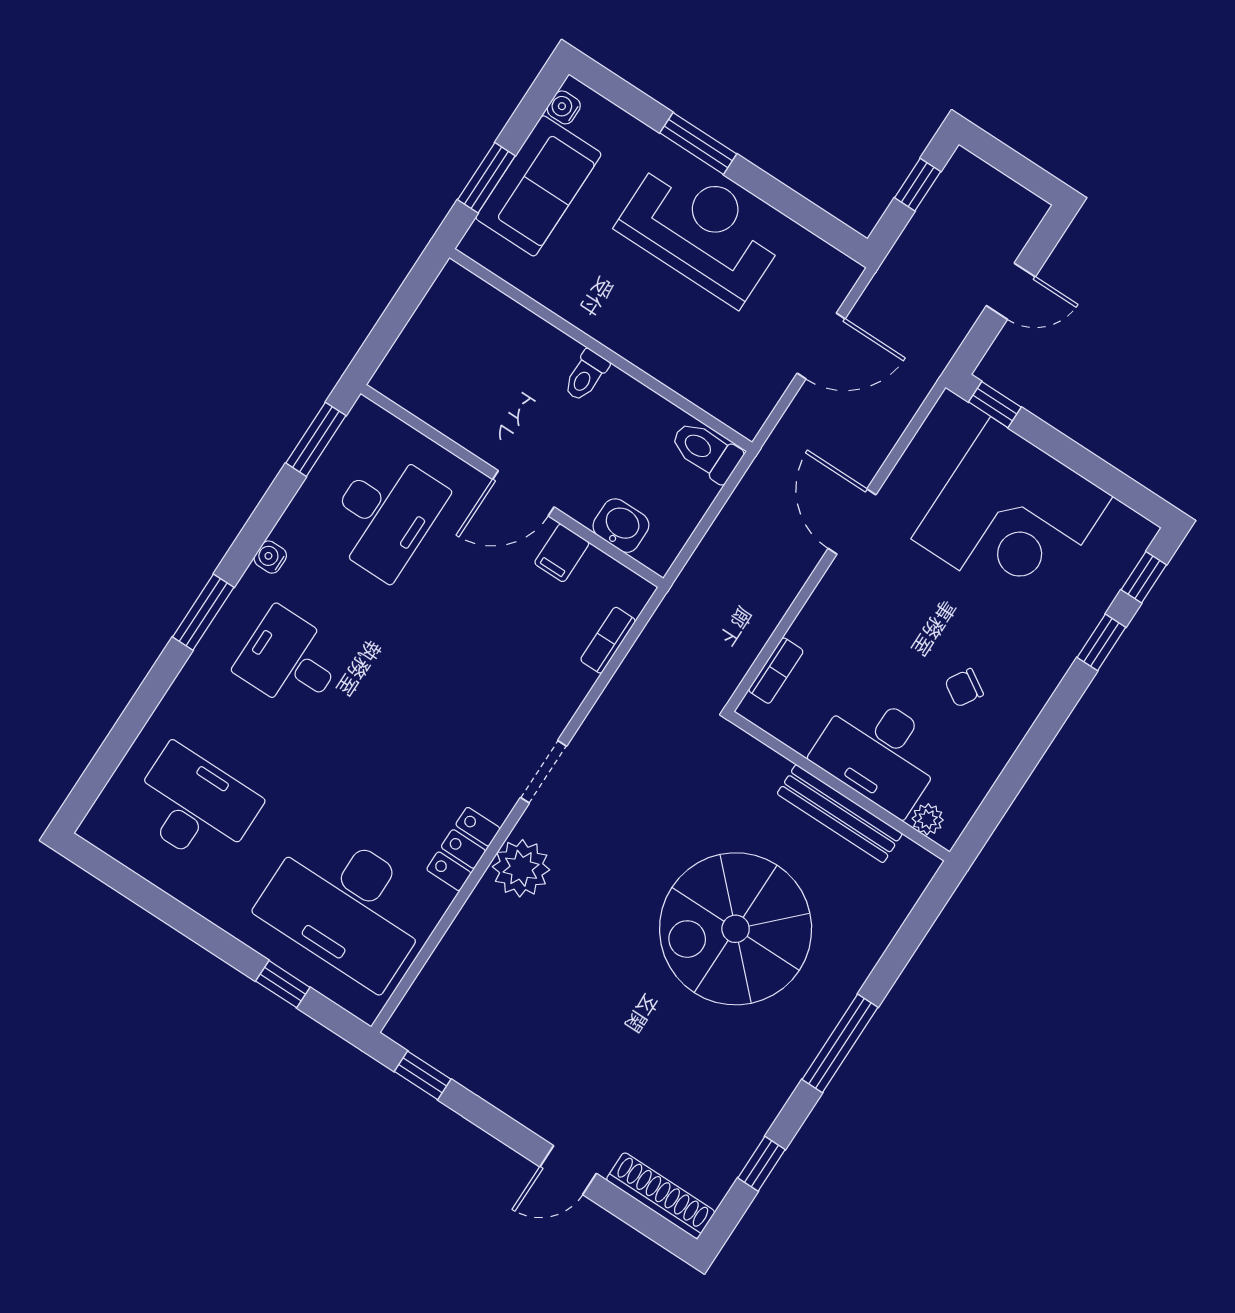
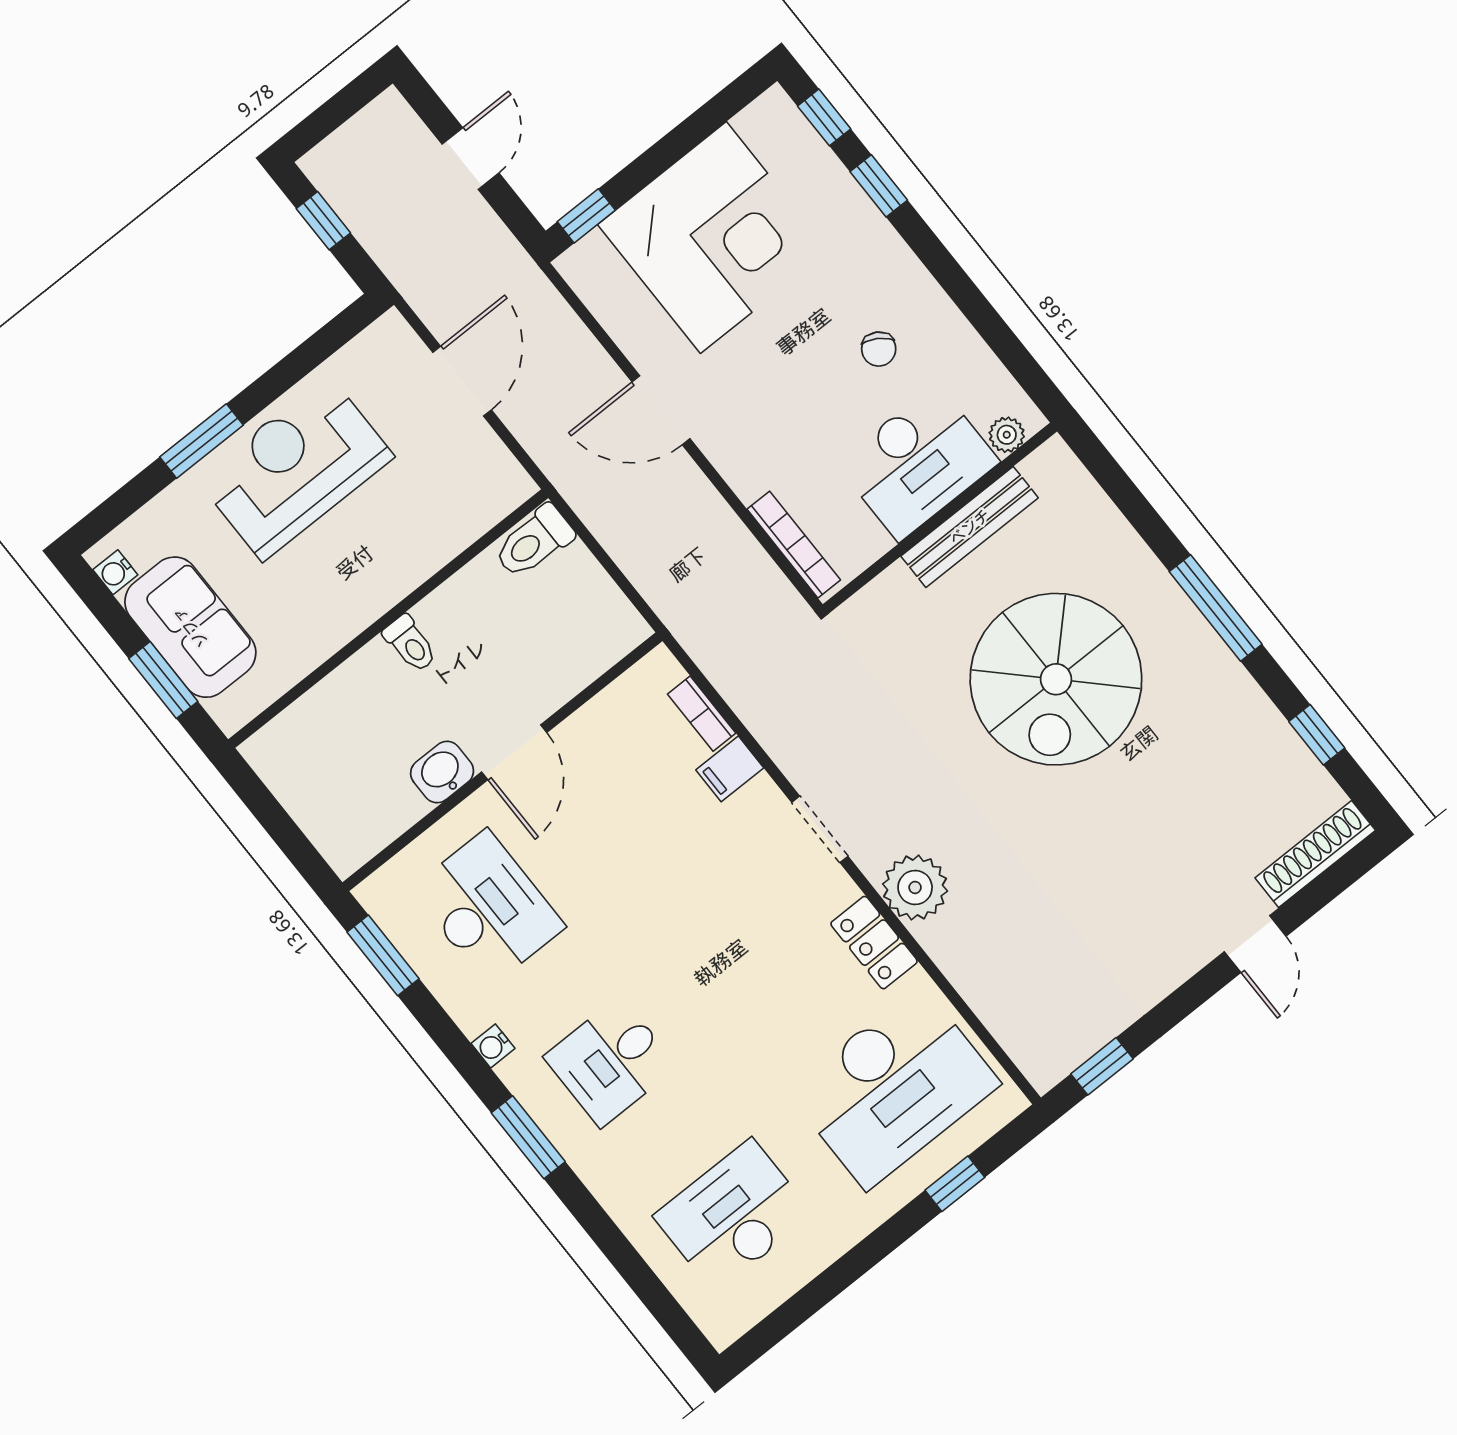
washbasin: (621, 526) -> (442, 772), moved
filing cabinet: (562, 553) -> (730, 769), moved, turned 90
bookcase: (776, 671) -> (794, 545), width x1.56

